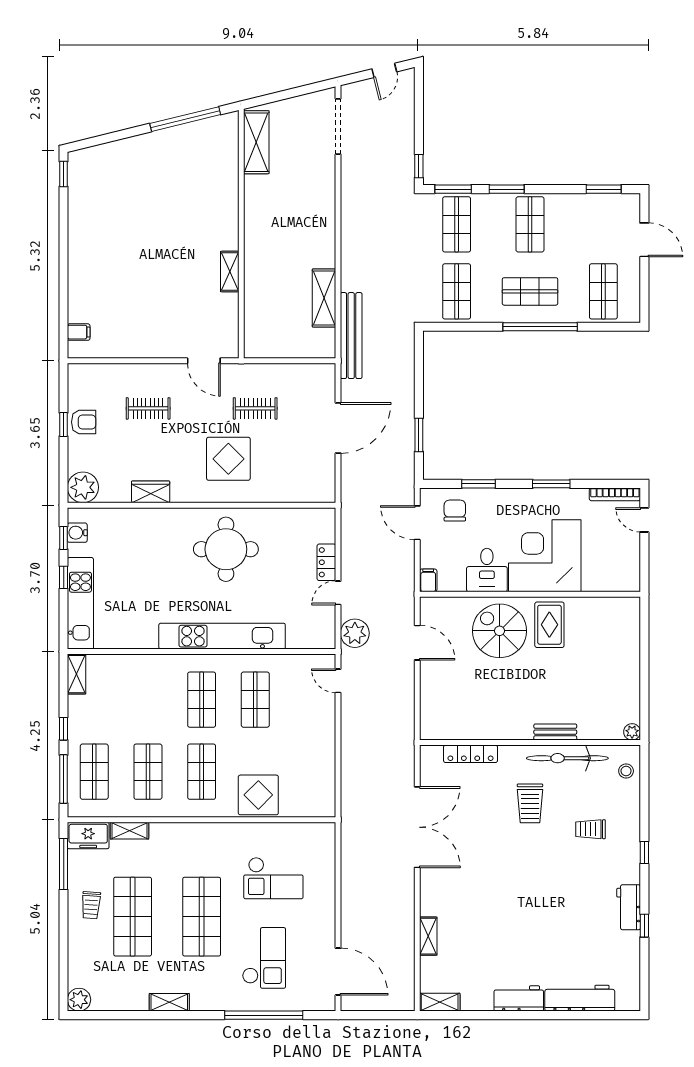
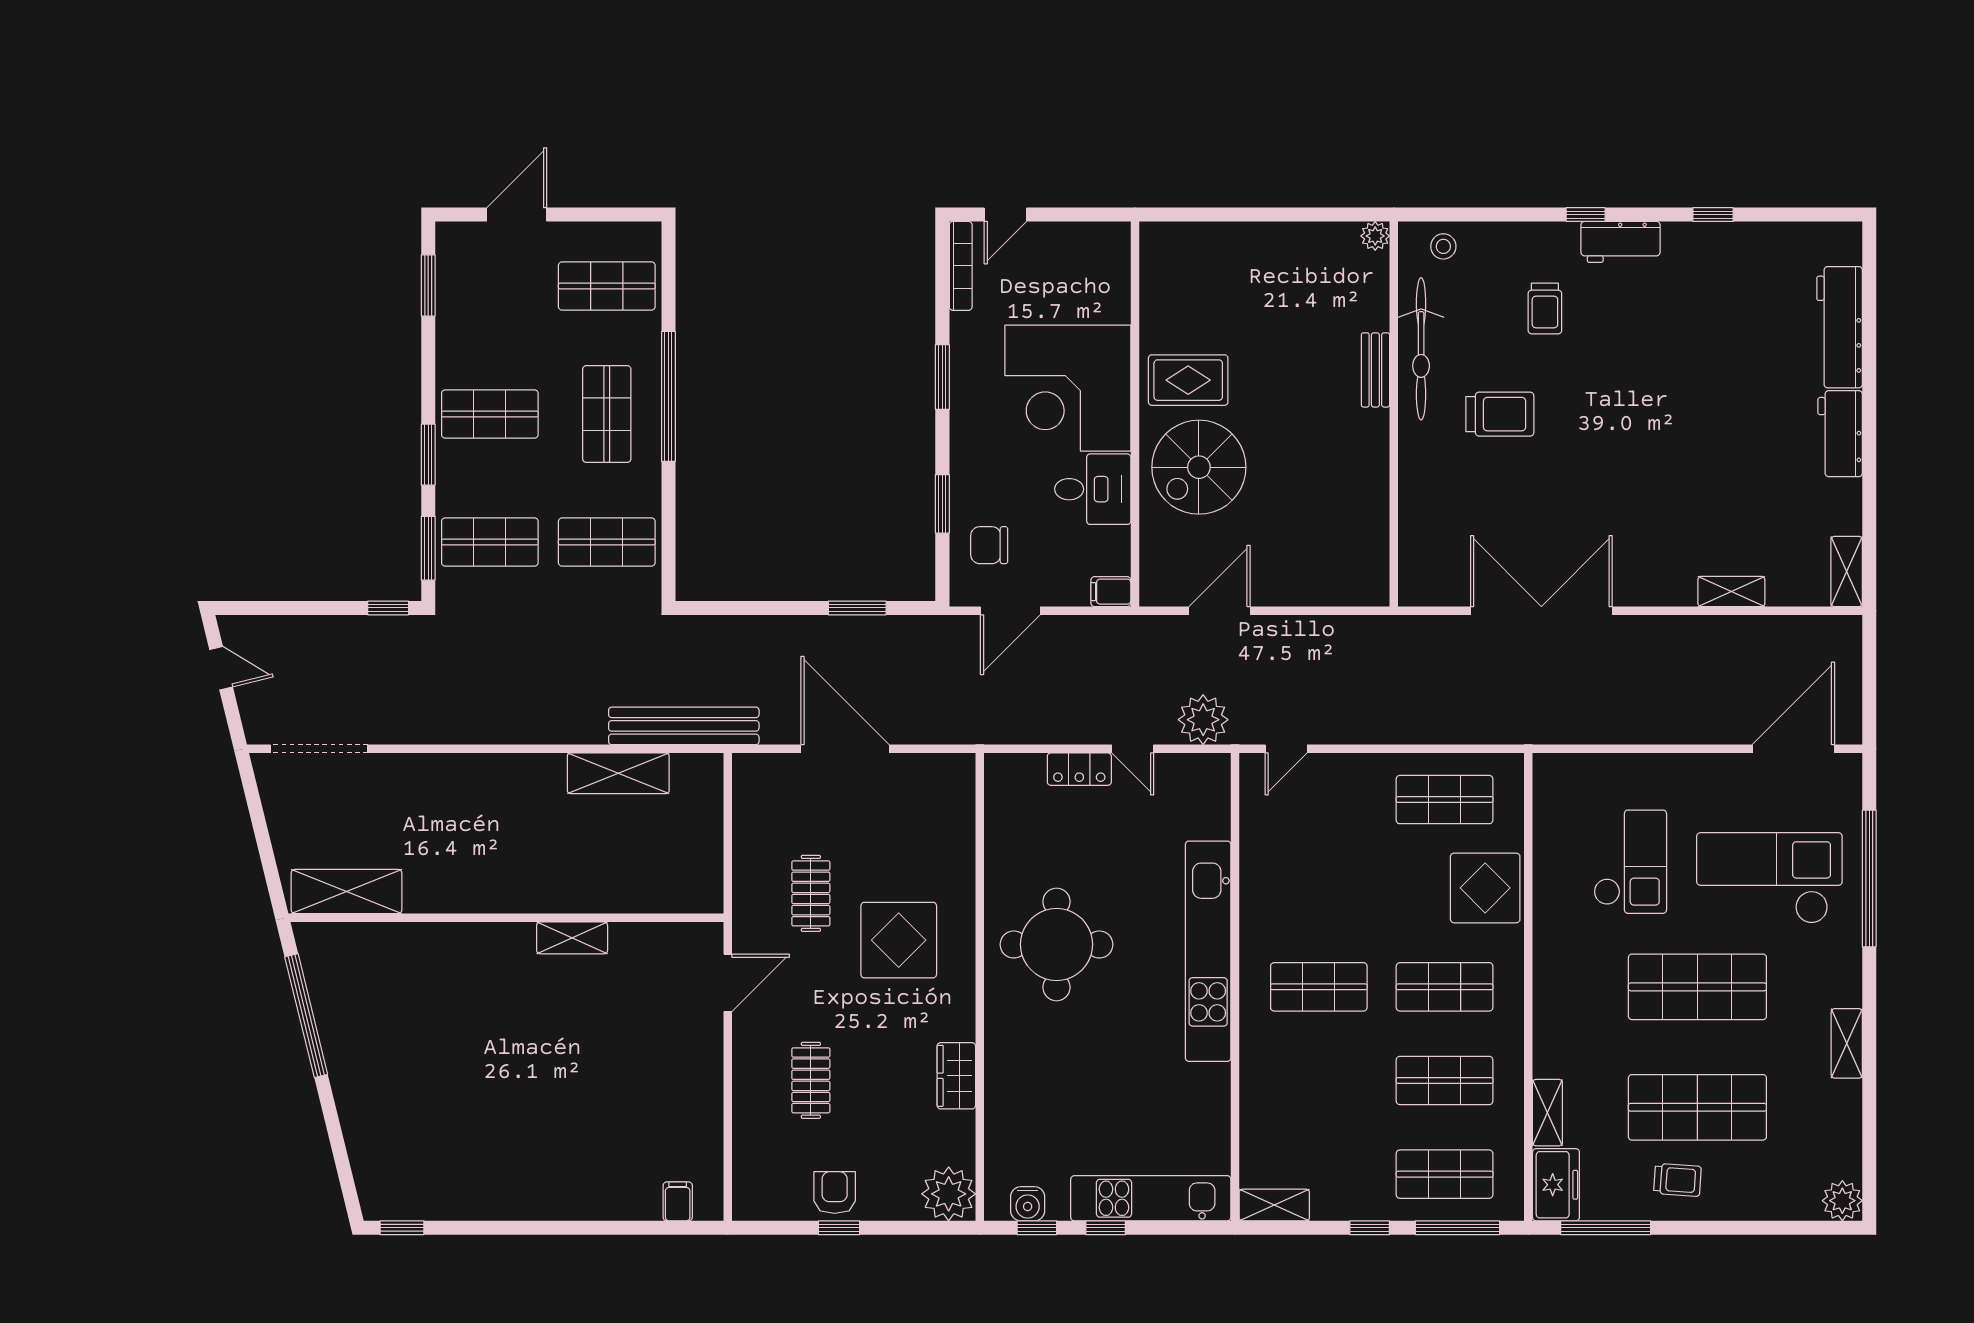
shop shelf: (255, 700) -> (1445, 800), moved
locker: (471, 754) -> (1413, 518), removed
workbench: (629, 907) -> (1621, 242), moved
checkout: (264, 958) -> (1769, 878), width x1.36, depth x1.21

